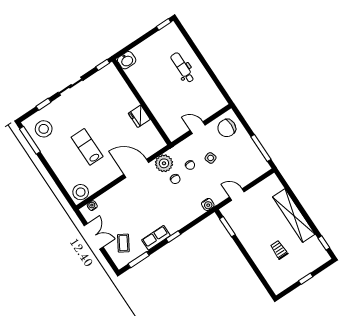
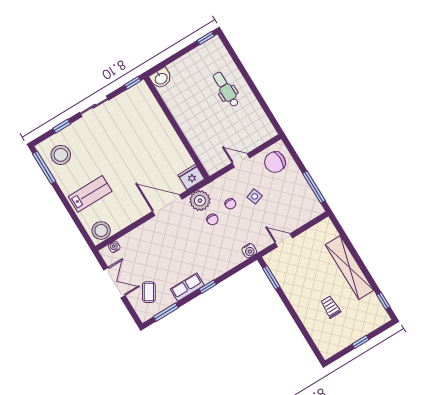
fridge: (139, 116) -> (191, 177), moved, turned 90
lab bench: (87, 147) -> (90, 194), moved, turned 90

